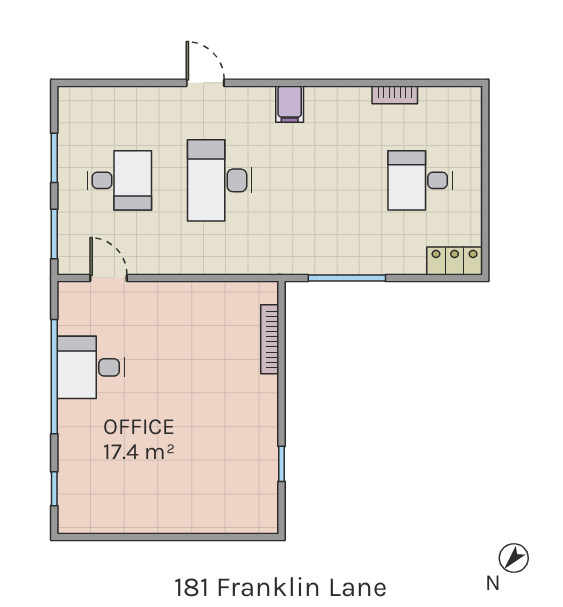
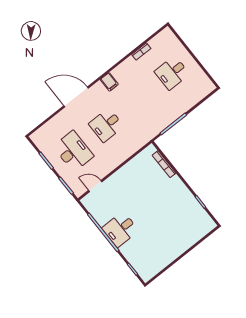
door: (205, 83) -> (76, 97), width x1.87
desk: (119, 180) -> (73, 151), width x1.37
desk: (220, 180) -> (106, 125), width x0.73
locker: (455, 261) -> (204, 90), removed
desk: (91, 367) -> (120, 229), moved

